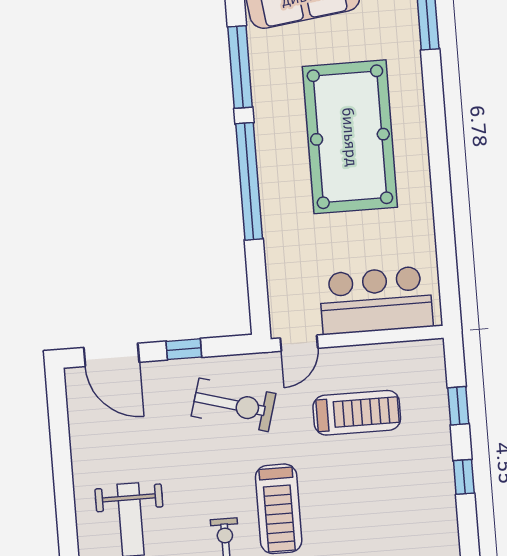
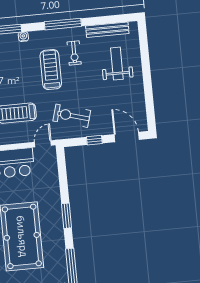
window: (249, 181) -> (67, 216), width x0.47

